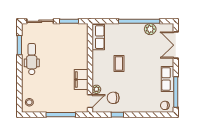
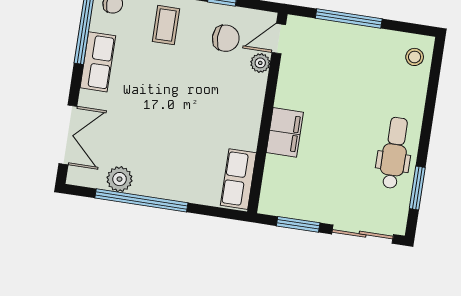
dental chair: (32, 59) -> (394, 153), turned 180
coffee table: (119, 64) -> (166, 25), moved
filing cabinet: (81, 80) -> (285, 132), moved

